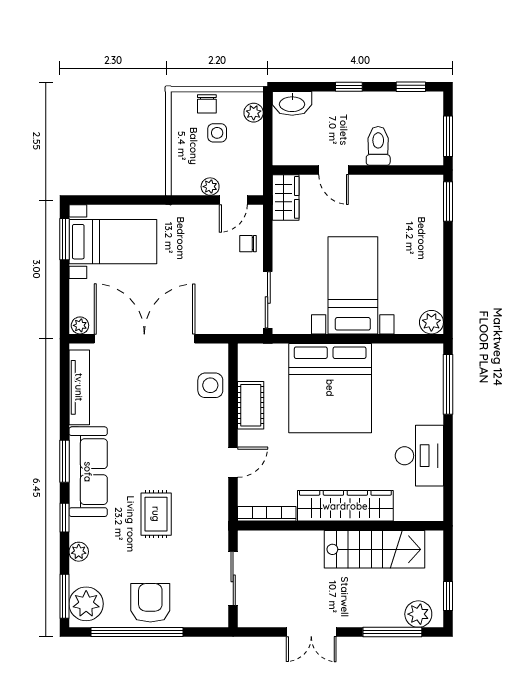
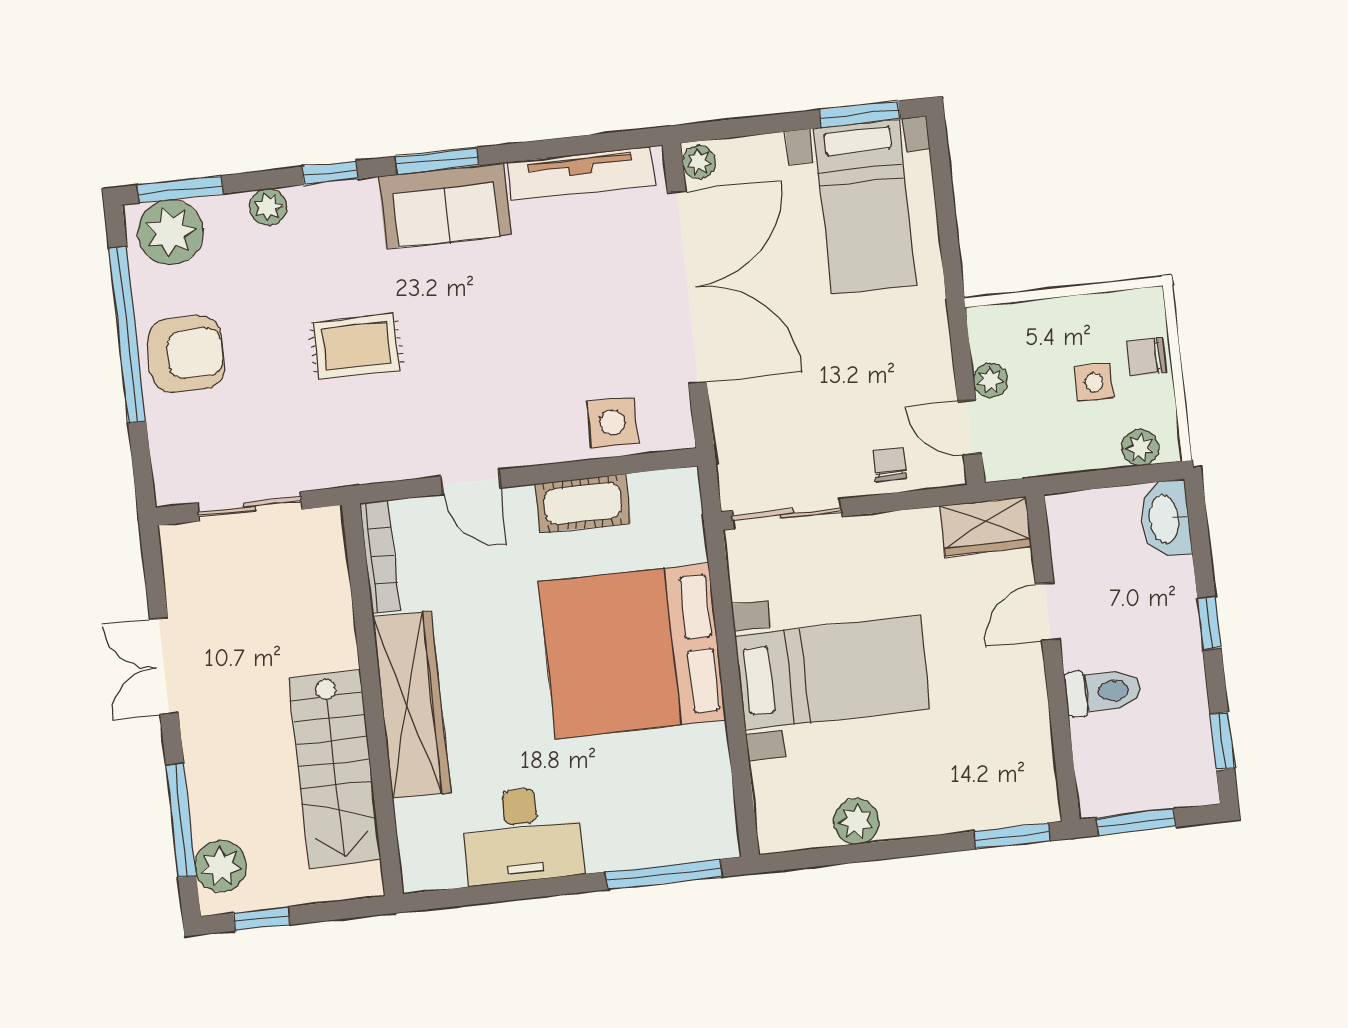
plant: (431, 322) -> (856, 821), moved
sofa: (88, 472) -> (445, 206), width x0.73

